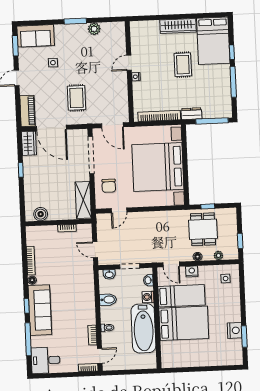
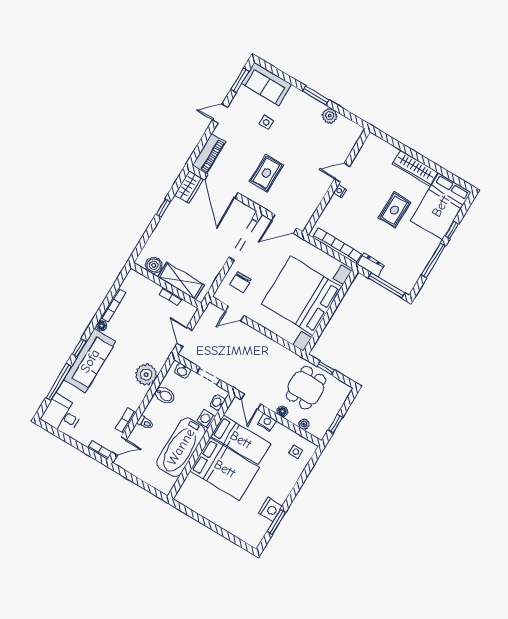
door: (112, 125) -> (284, 224), hinge flipped
shelving: (83, 200) -> (181, 281), moved, turned 90
plant: (86, 294) -> (146, 375), added

